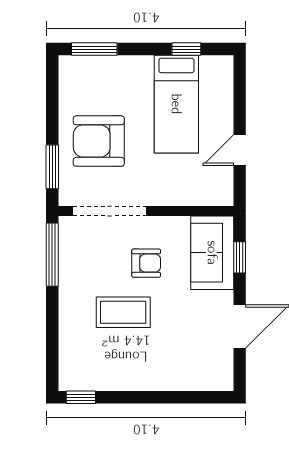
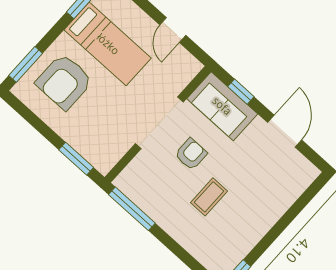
armchair: (99, 141) -> (64, 82), moved
doorway: (110, 211) -> (159, 123), moved
coffee table: (123, 312) -> (209, 197), width x0.73, depth x0.77

